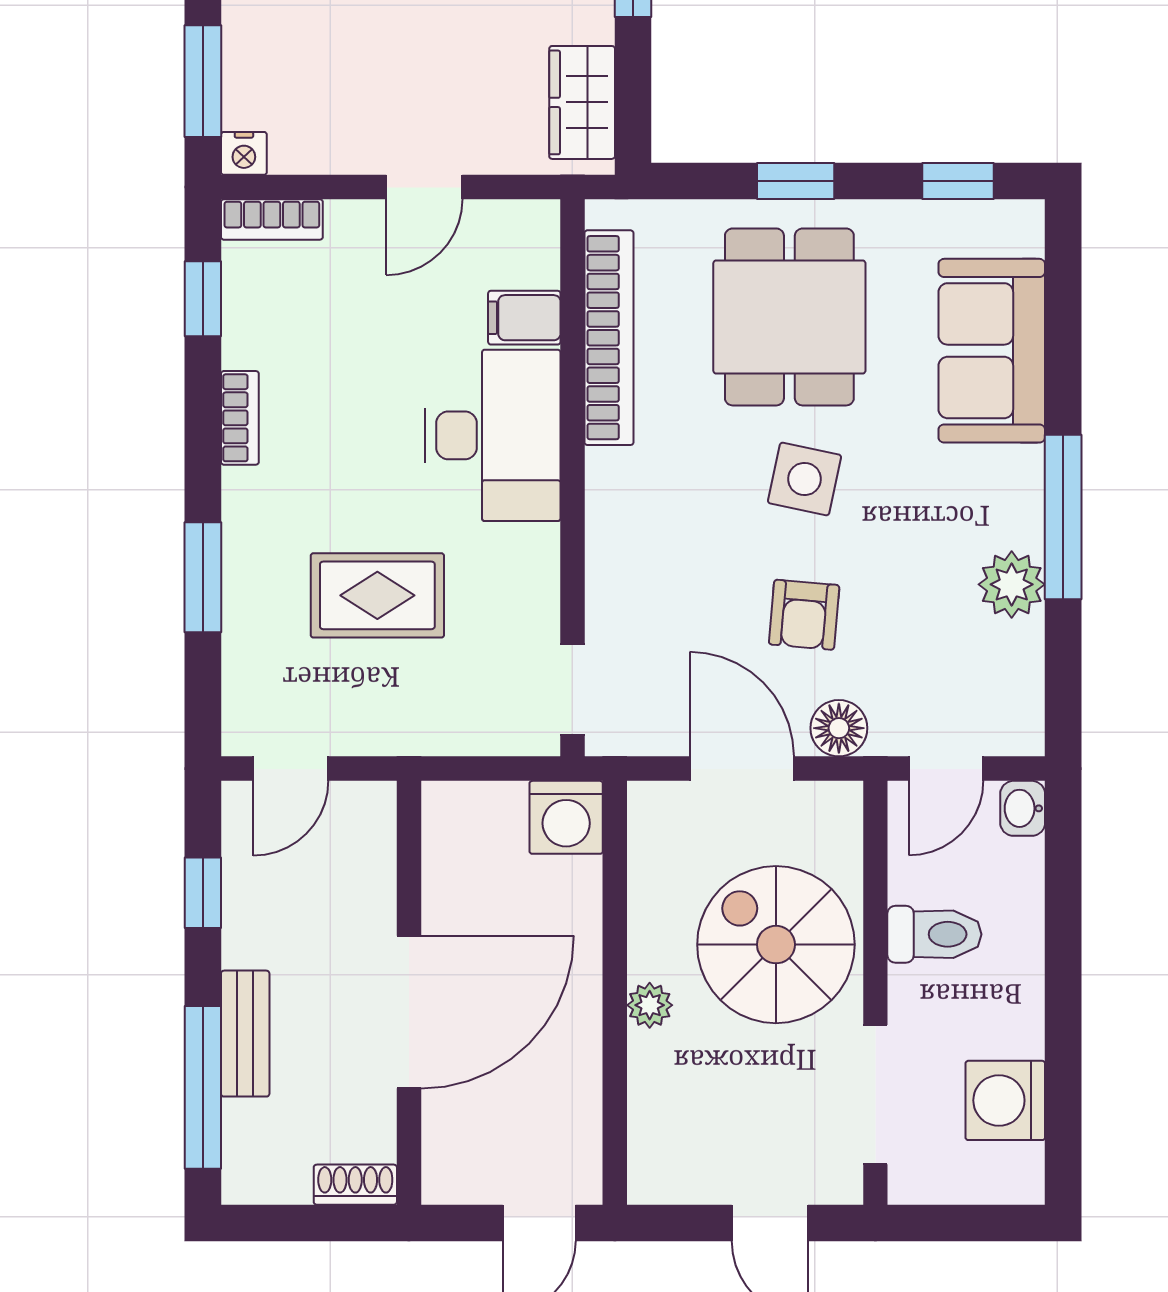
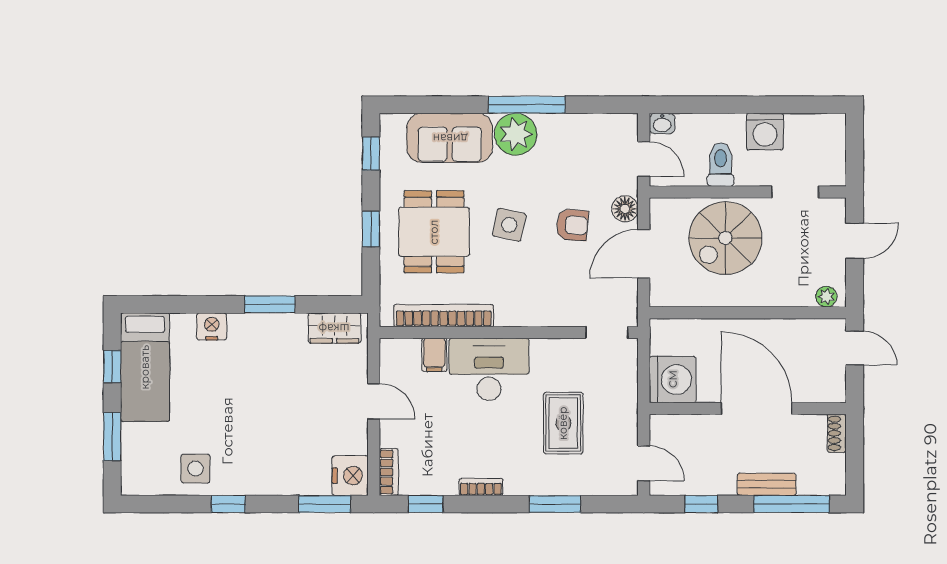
nightstand: (244, 153) -> (350, 476), width x1.89, depth x1.79
dining table: (789, 317) -> (434, 232), turned 90
plant: (1012, 584) -> (516, 134), moved, width x1.36, depth x1.36
washing machine: (566, 817) -> (673, 379), moved, width x1.37, depth x1.37
plant: (650, 1005) -> (826, 297), moved
doorway: (875, 1095) -> (795, 192), width x0.73
washing machine: (1005, 1100) -> (765, 132), moved

